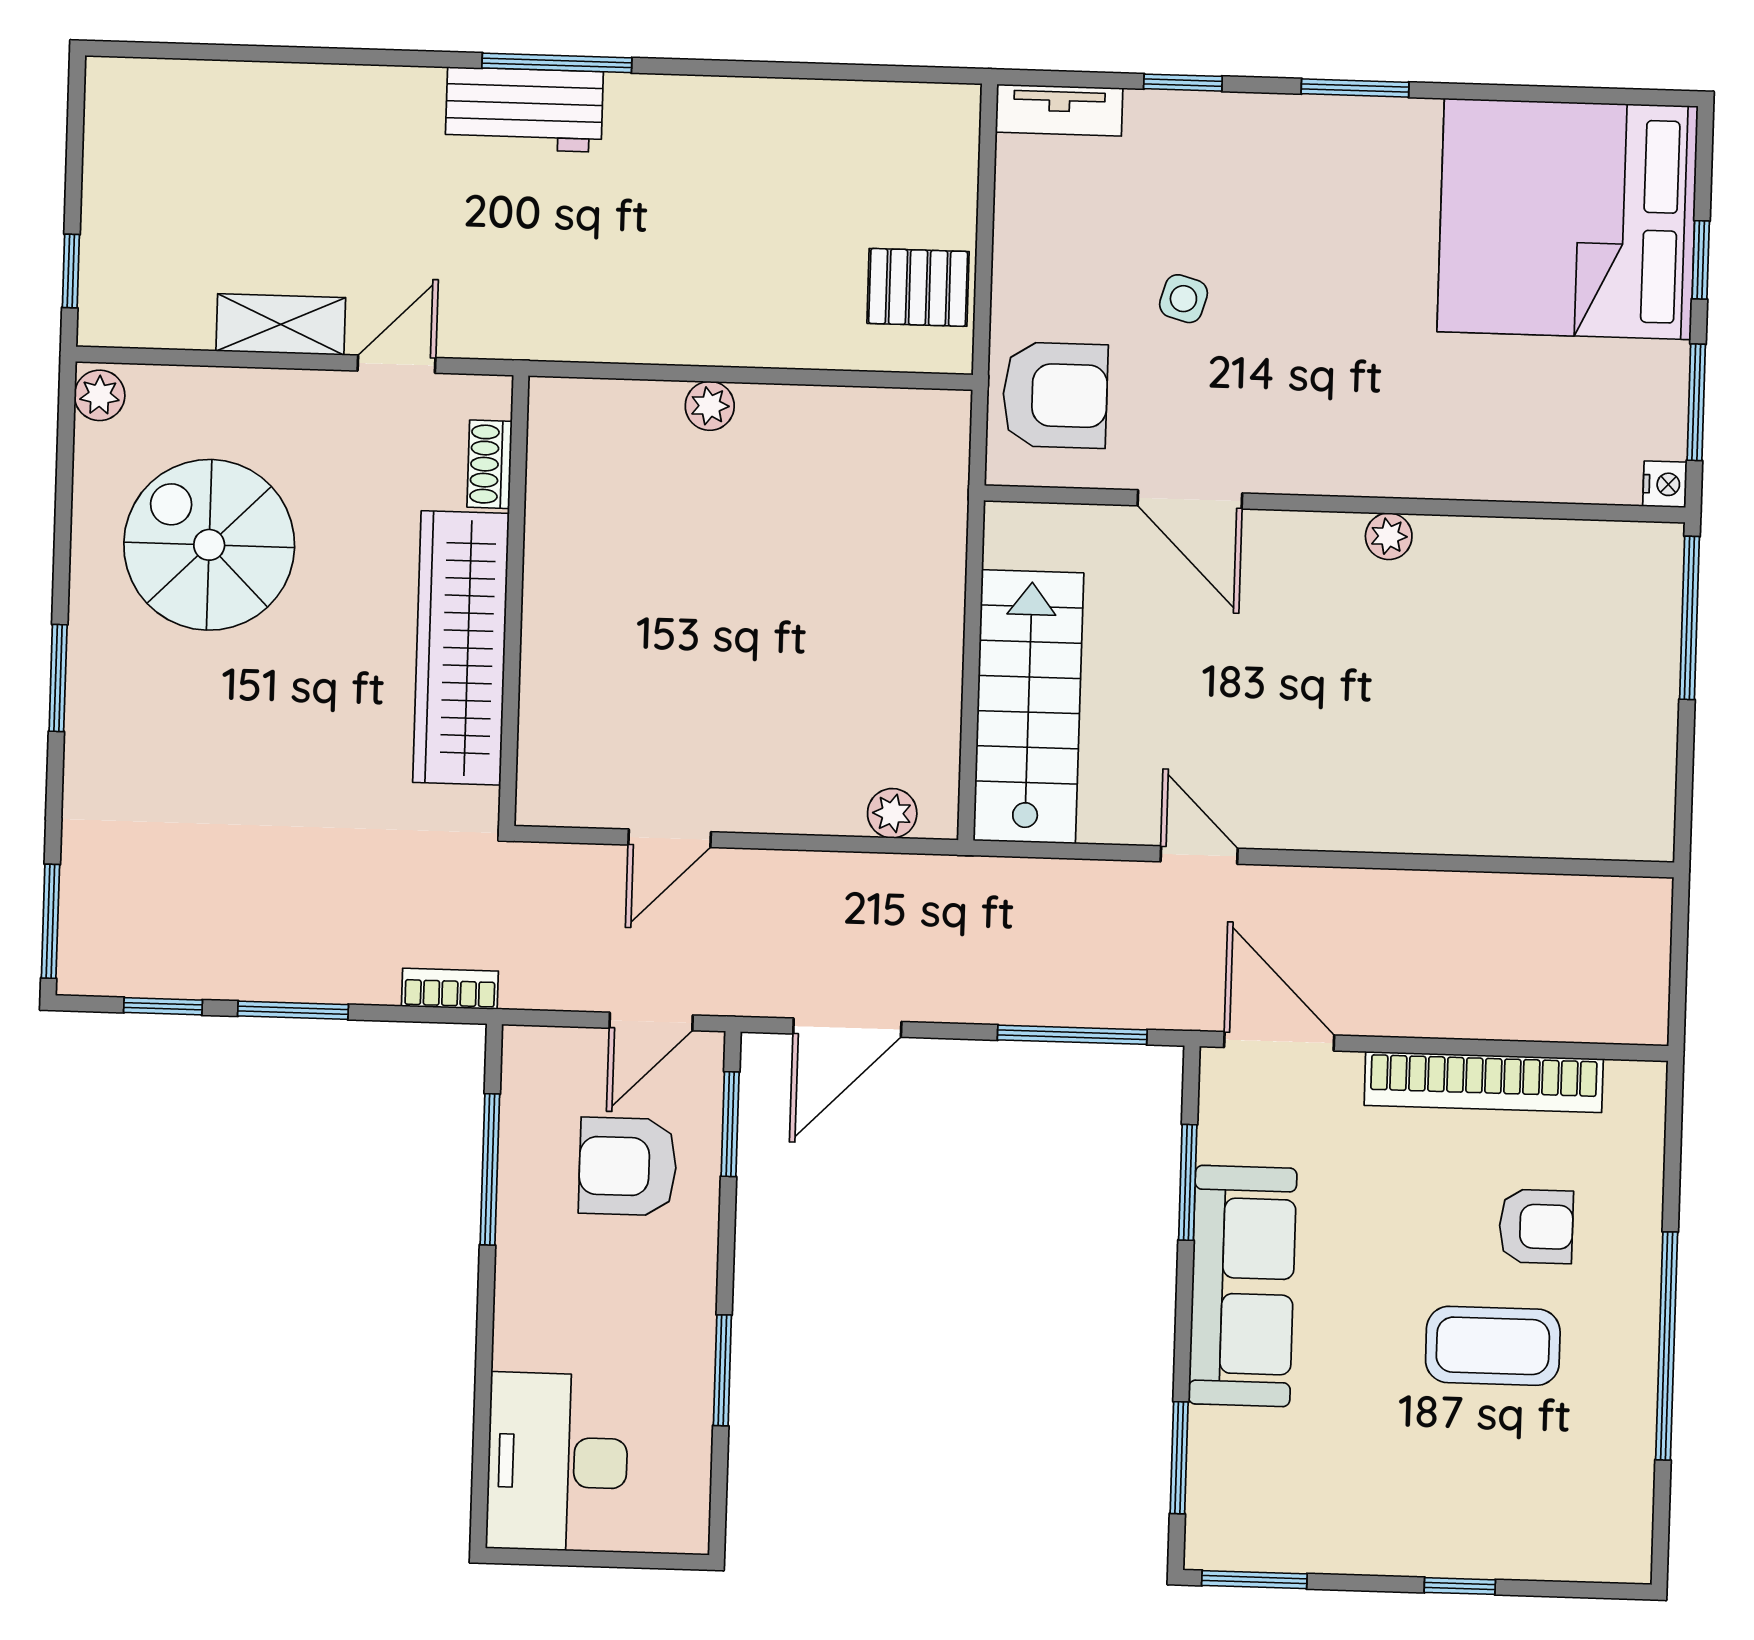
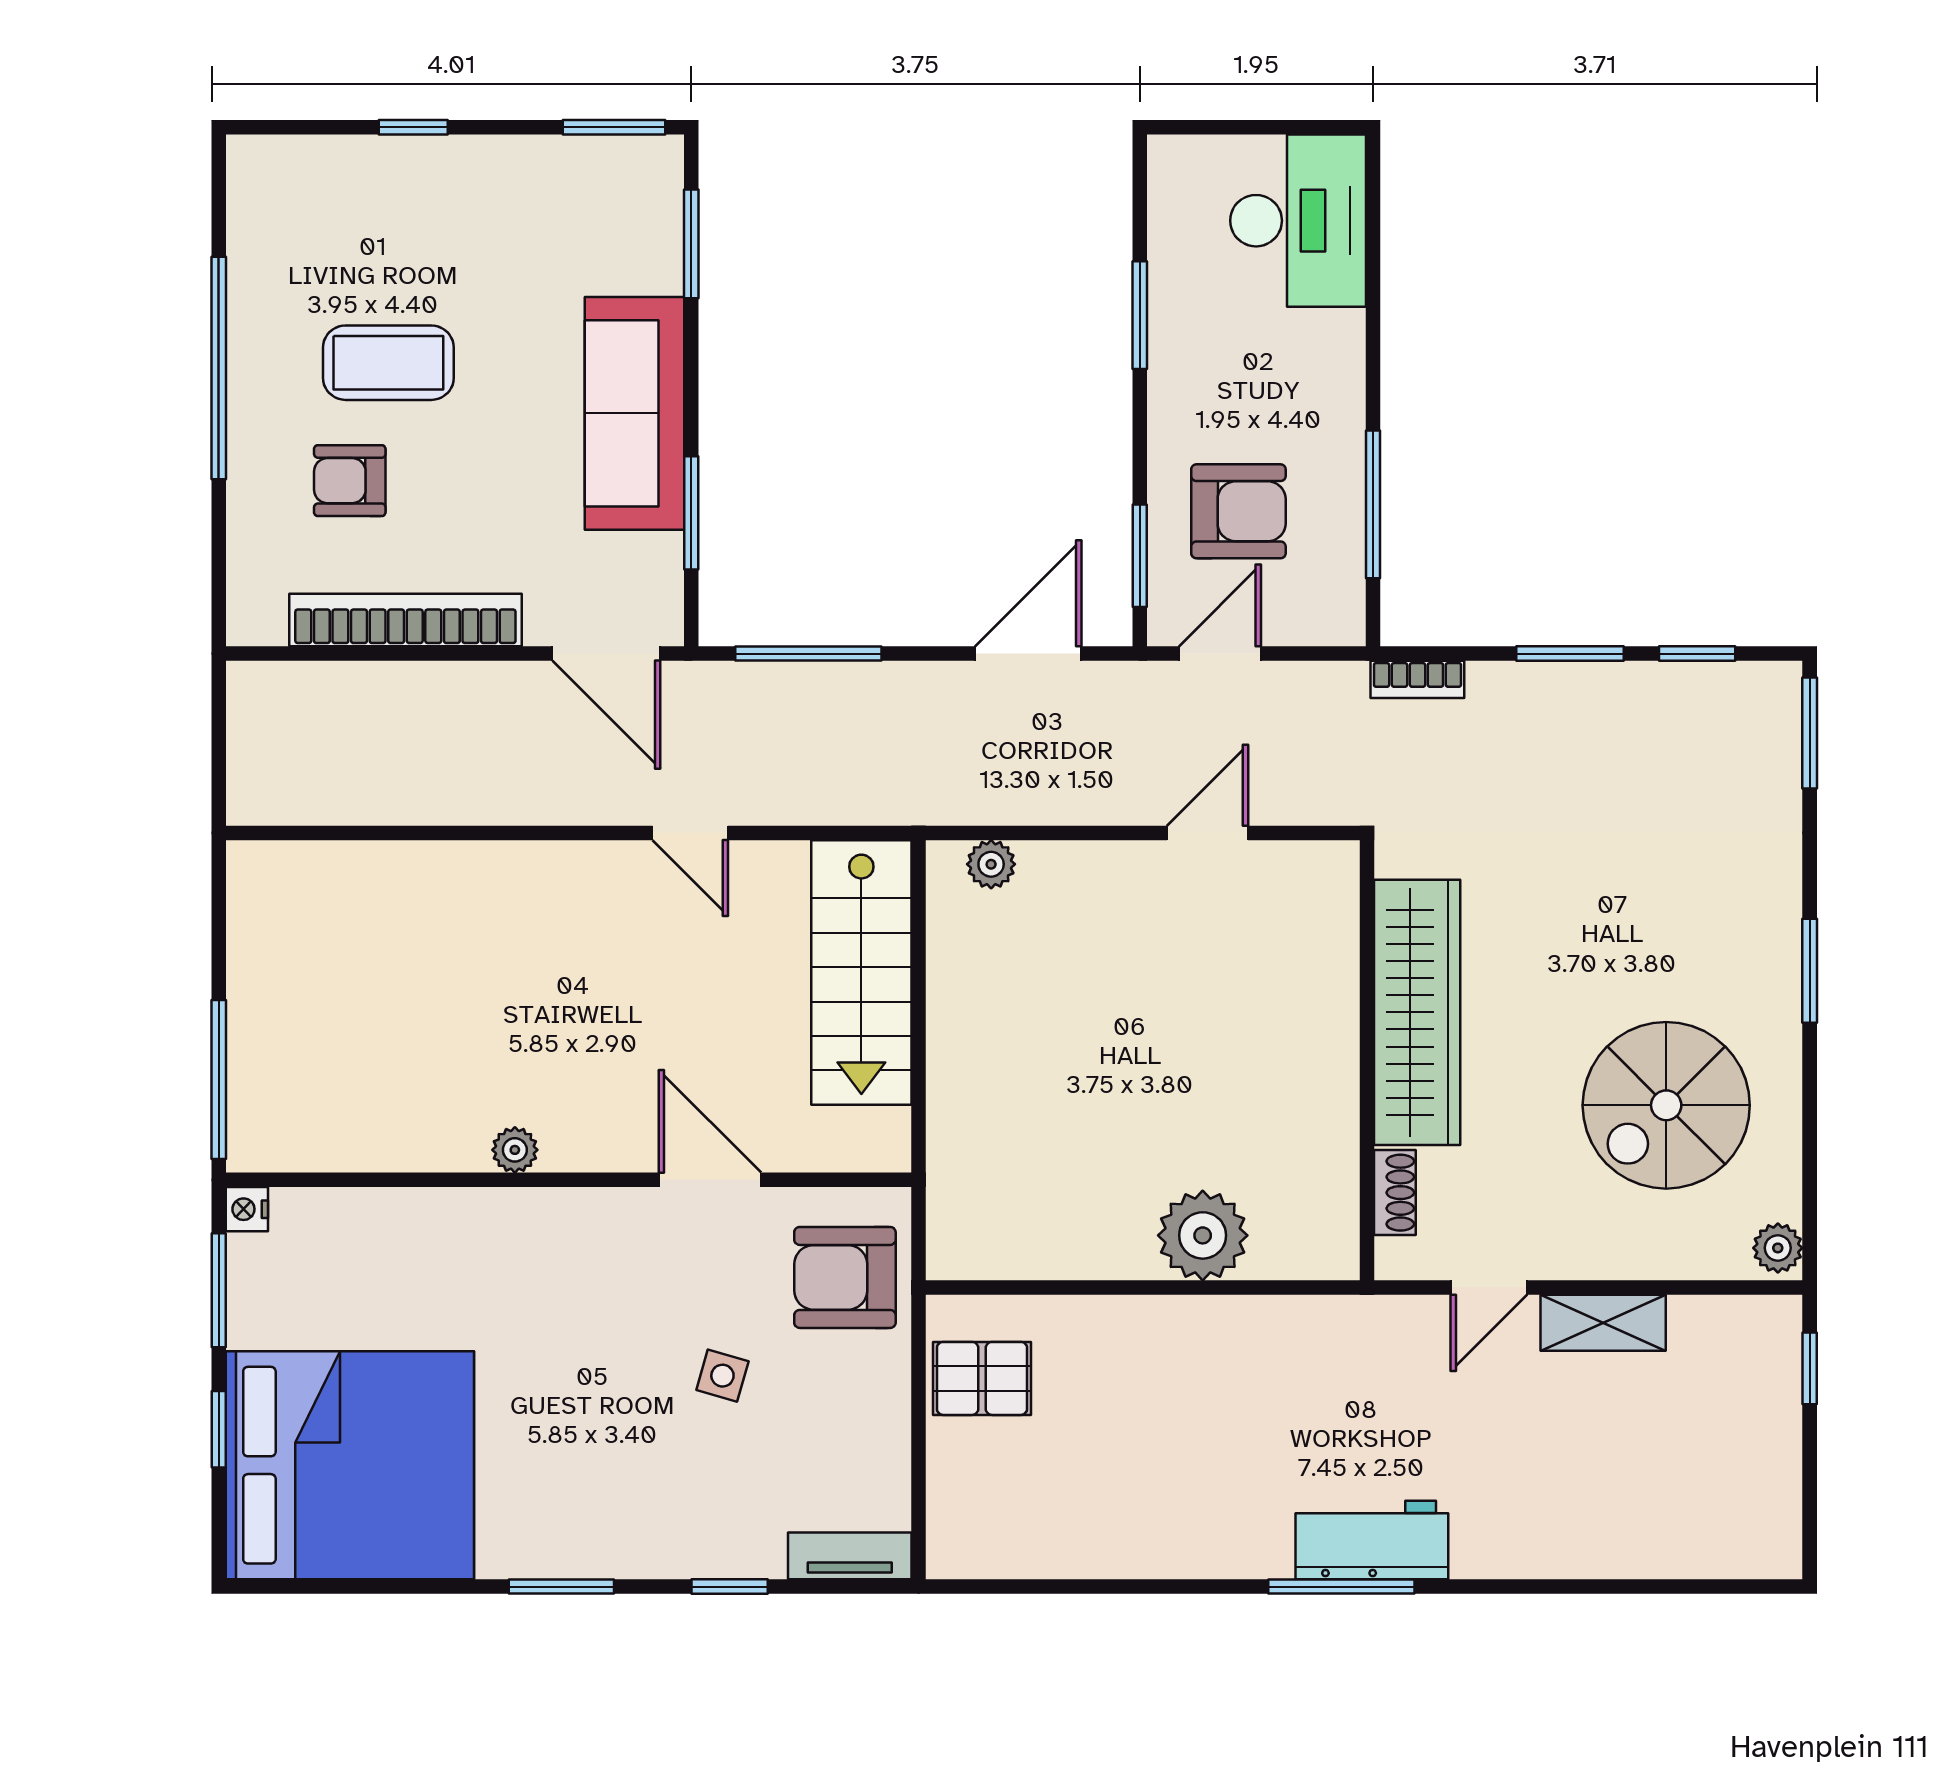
plant: (710, 406) -> (1203, 1235), width x1.88, depth x1.88
spiral stairs: (209, 545) -> (1666, 1105), turned 90

